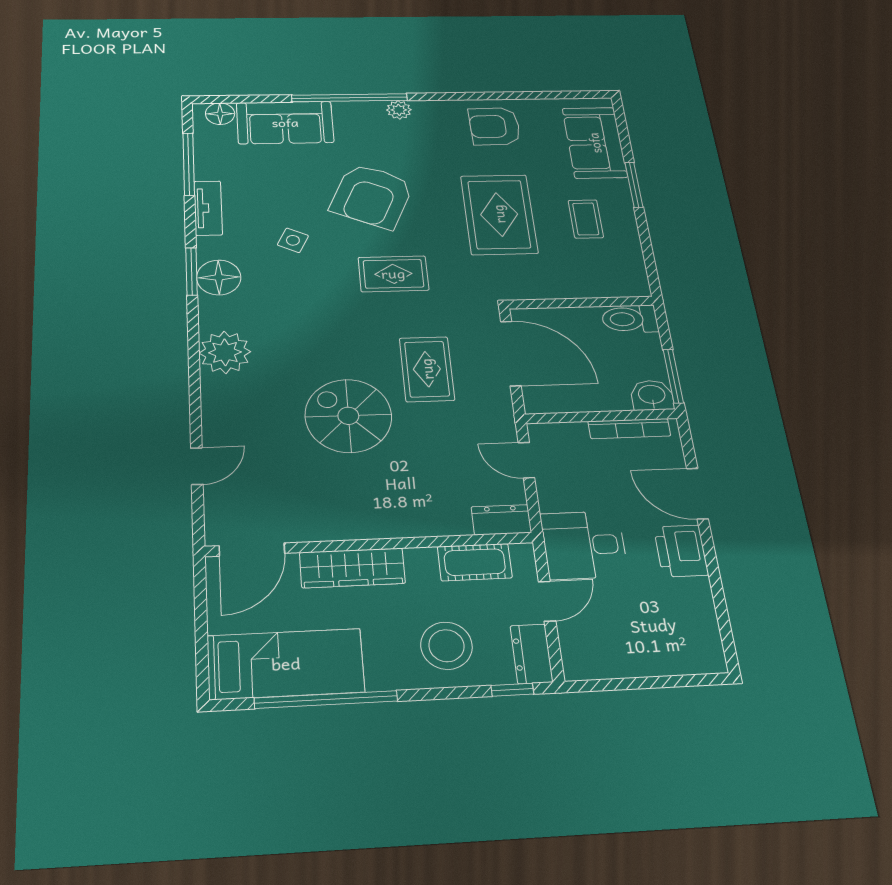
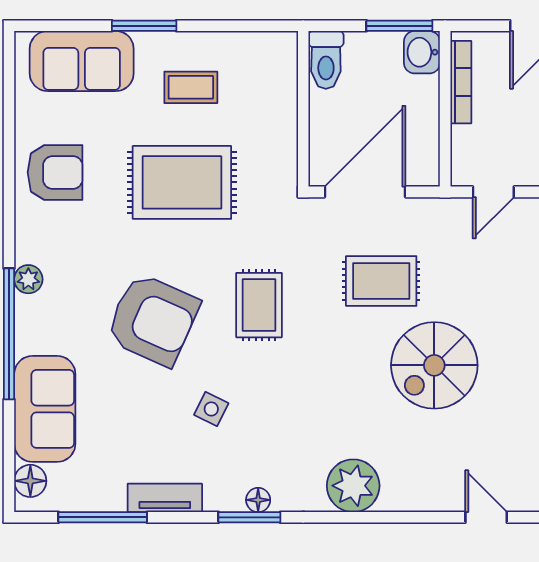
armchair: (495, 126) -> (55, 172), turned -89
floor lamp: (219, 277) -> (258, 500), width x0.53, depth x0.53

